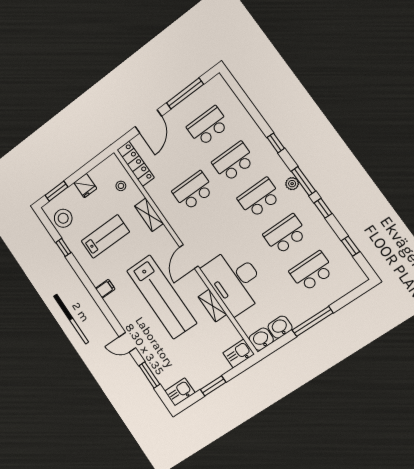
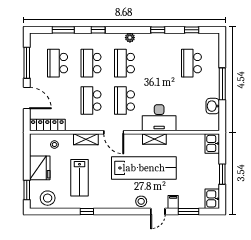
window: (303, 181) -> (63, 30), moved
fridge: (85, 186) -> (40, 168), width x1.88, depth x1.34
school desk: (285, 234) -> (124, 101), moved
lab bench: (105, 236) -> (79, 178), turned 180
window: (63, 247) -> (87, 212), moved
door: (189, 257) -> (114, 132), moved
desk: (235, 281) -> (159, 118), width x0.73, depth x0.77
filing cabinet: (105, 289) -> (173, 202), moved
shelving: (212, 306) -> (154, 139), moved
stool: (126, 318) -> (141, 201), added
washbasin: (261, 339) -> (213, 123), removed

